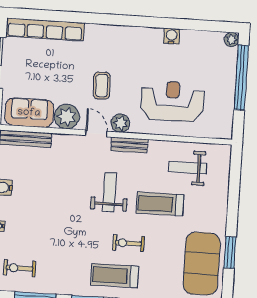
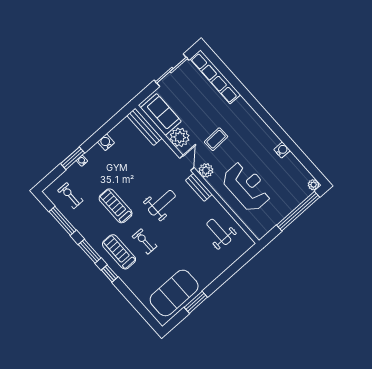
treadmill: (160, 204) -> (116, 206), moved

